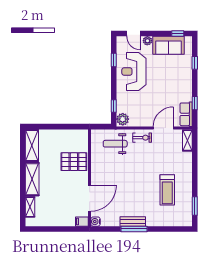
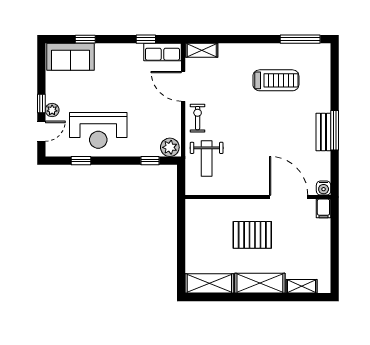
window: (178, 34) -> (41, 103), moved
sofa: (169, 45) -> (70, 57), moved, turned 90
pallet: (74, 162) -> (252, 235), moved, turned 90
window: (195, 206) -> (300, 39), width x1.44

